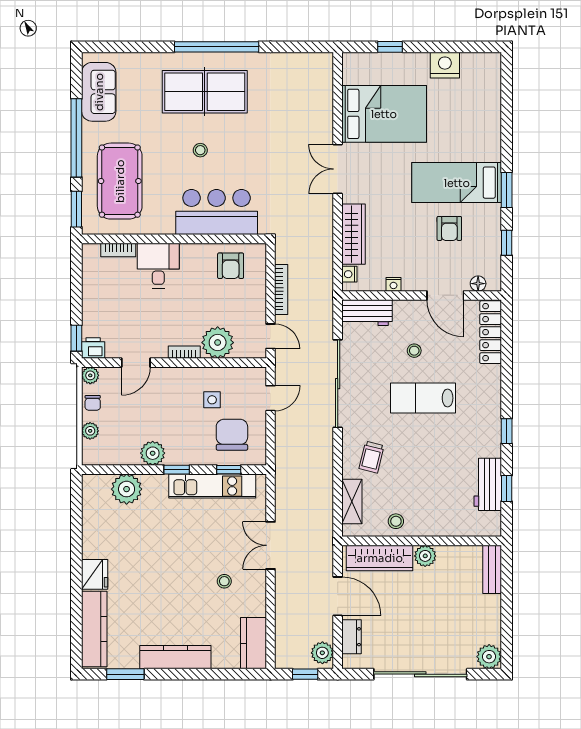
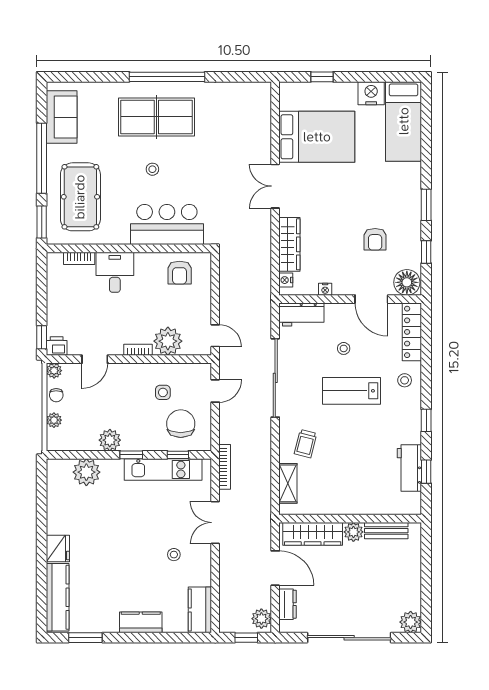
bed: (457, 183) -> (404, 121), moved, turned -90
floor lamp: (478, 284) -> (407, 282), width x1.89, depth x1.89
bookcase: (281, 289) -> (225, 467), moved
stool: (396, 521) -> (405, 380), moved
bench: (492, 569) -> (386, 531), moved, turned 90
kitchen counter: (175, 657) -> (141, 622), width x0.67

